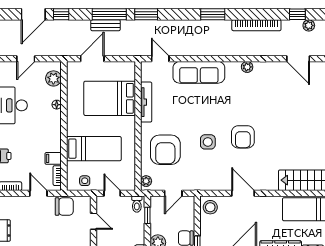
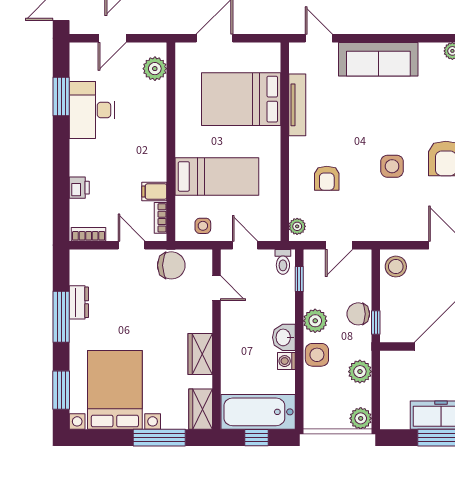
floor lamp: (57, 105) -> (160, 109), removed
armchair: (165, 150) -> (327, 178), width x0.53, depth x0.53

